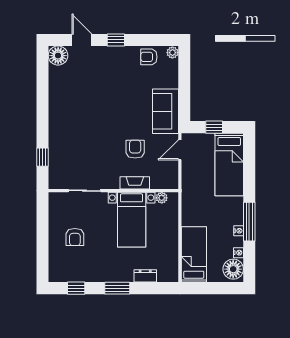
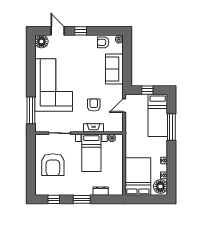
sofa: (165, 111) -> (114, 69), moved
corner sofa: (76, 120) -> (54, 85), added
window: (42, 157) -> (31, 110), width x2.17
window: (249, 222) -> (171, 127), moved
armchair: (75, 237) -> (53, 165), width x1.88, depth x1.88
bed: (194, 254) -> (138, 176), width x1.50

